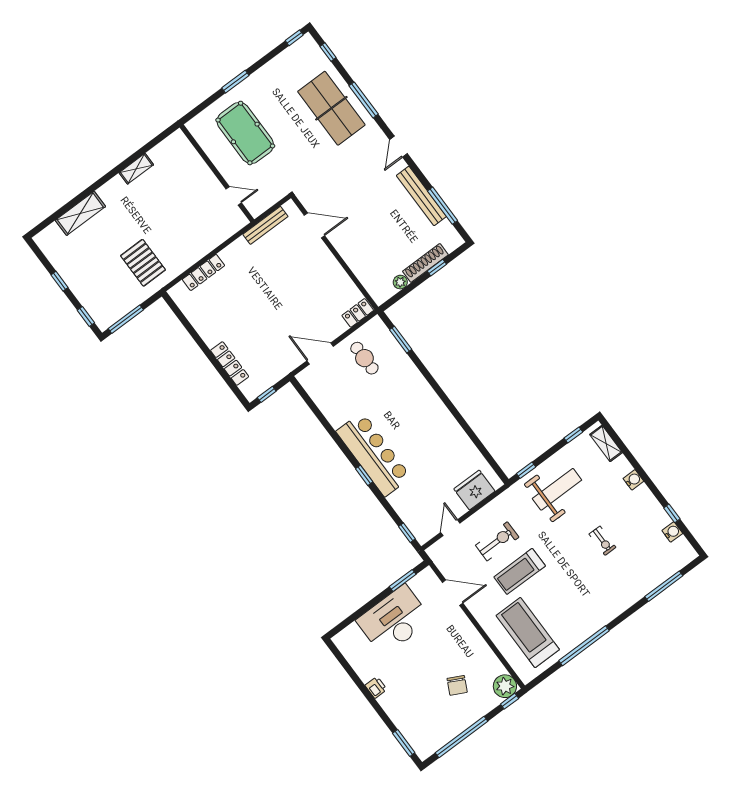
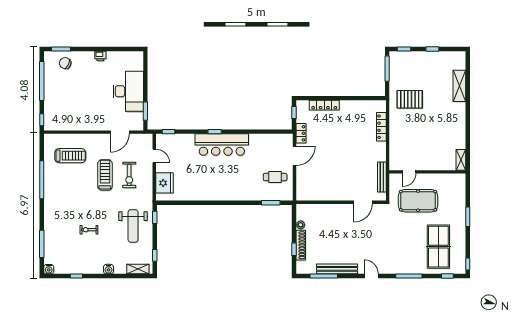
table tennis table: (331, 108) -> (438, 247), moved, turned 90
pool table: (245, 133) -> (418, 201), moved
shelving: (136, 169) -> (461, 160), moved
locker: (358, 313) -> (301, 133), moved
water cooler: (672, 532) -> (49, 269), moved
treadmill: (528, 633) -> (70, 156), width x0.73, depth x0.73
chair: (457, 685) -> (65, 63), moved
plant: (505, 686) -> (51, 123), removed

